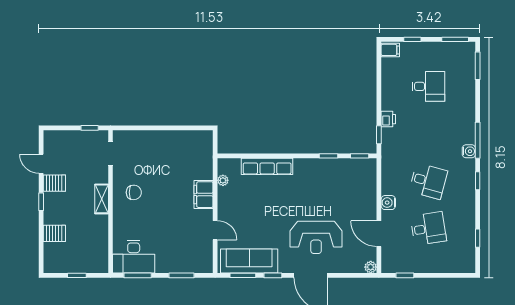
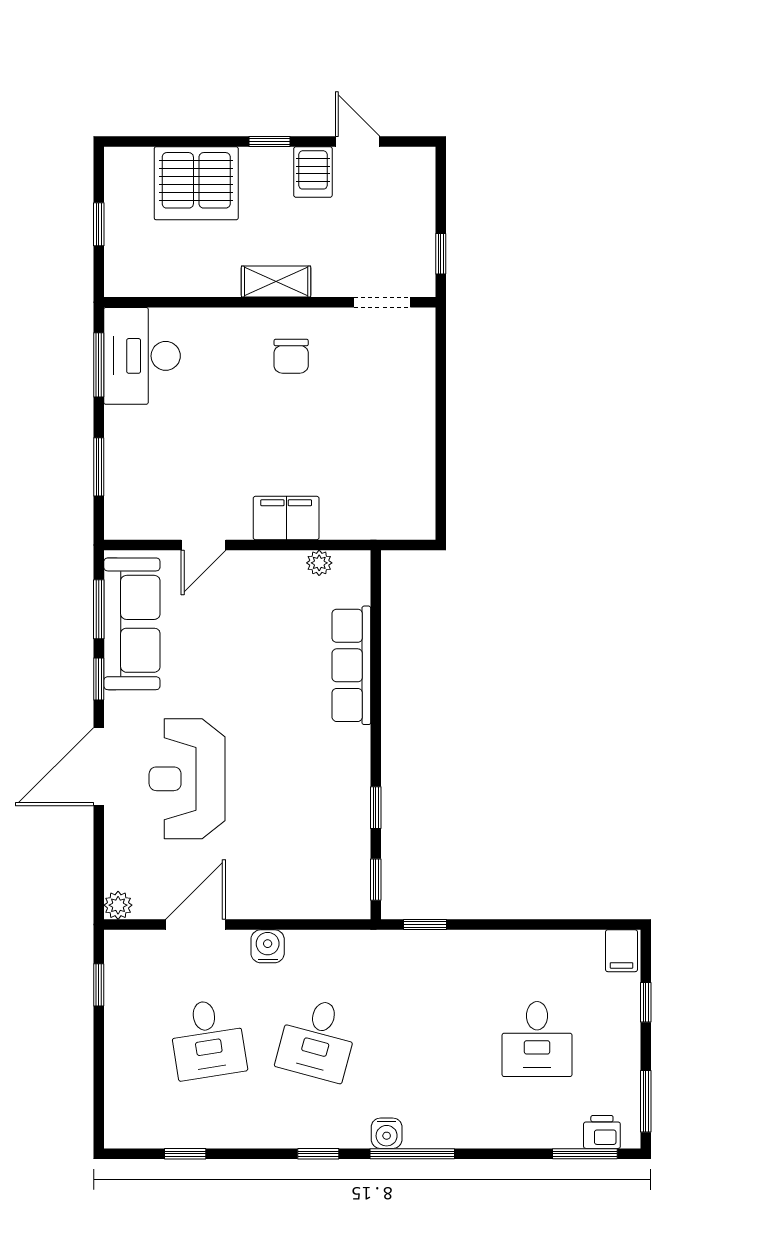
printer: (388, 119) -> (602, 1132), moved, turned 180
door: (41, 164) -> (358, 141), hinge flipped
server rack: (54, 233) -> (196, 183), width x2.18, depth x1.44

